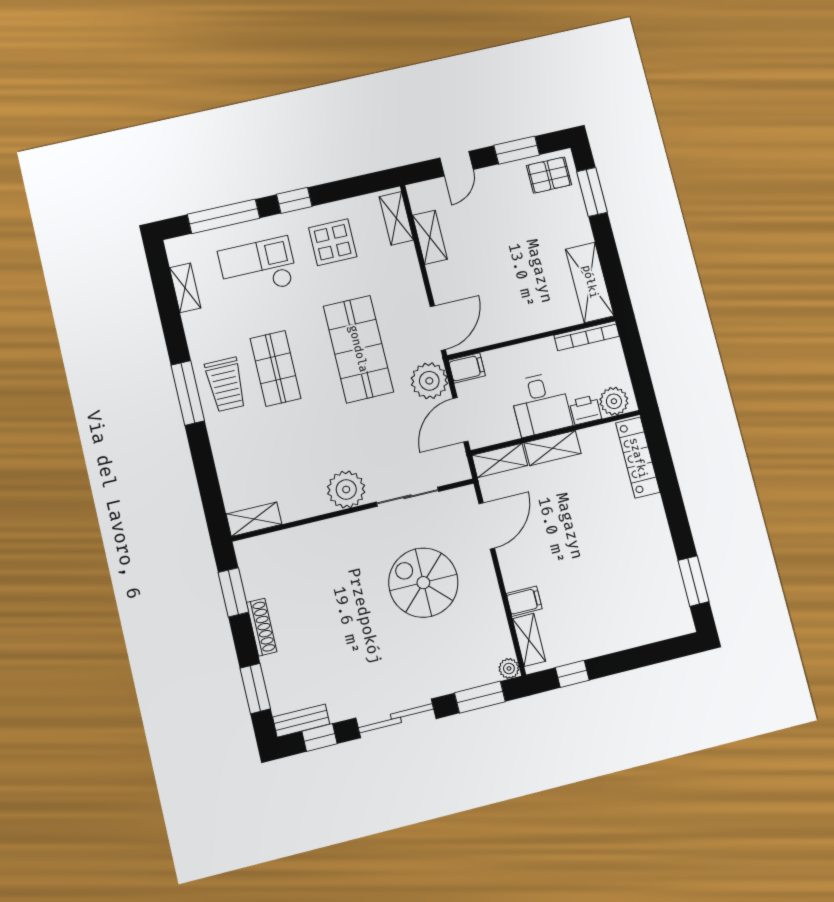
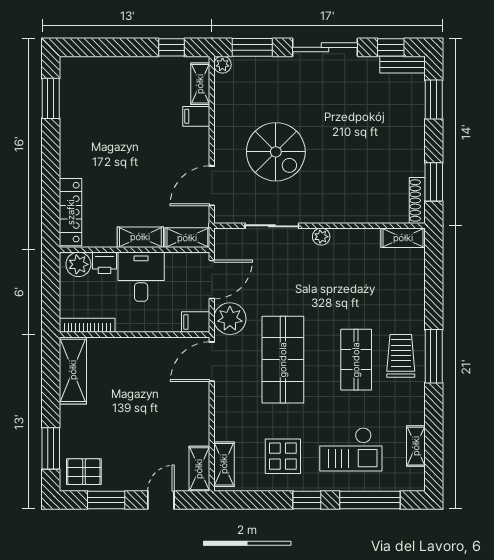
shelving: (430, 237) -> (199, 469), moved
plant: (346, 489) -> (321, 237), width x0.53, depth x0.53
shoe rack: (262, 627) -> (417, 200), moved

